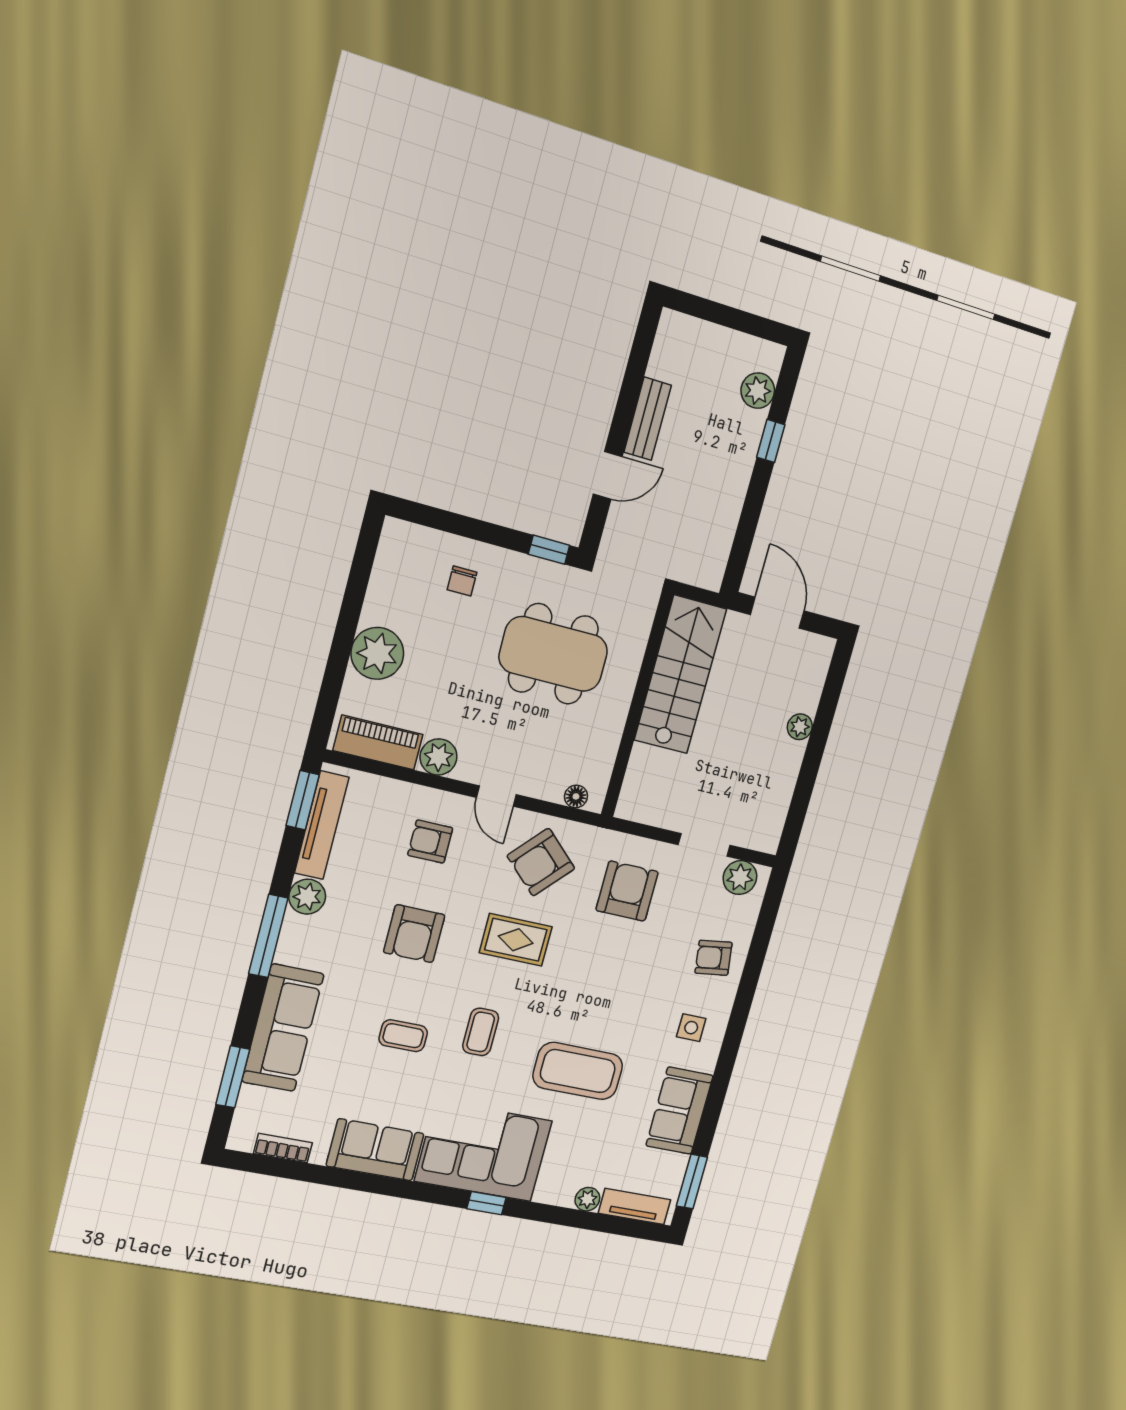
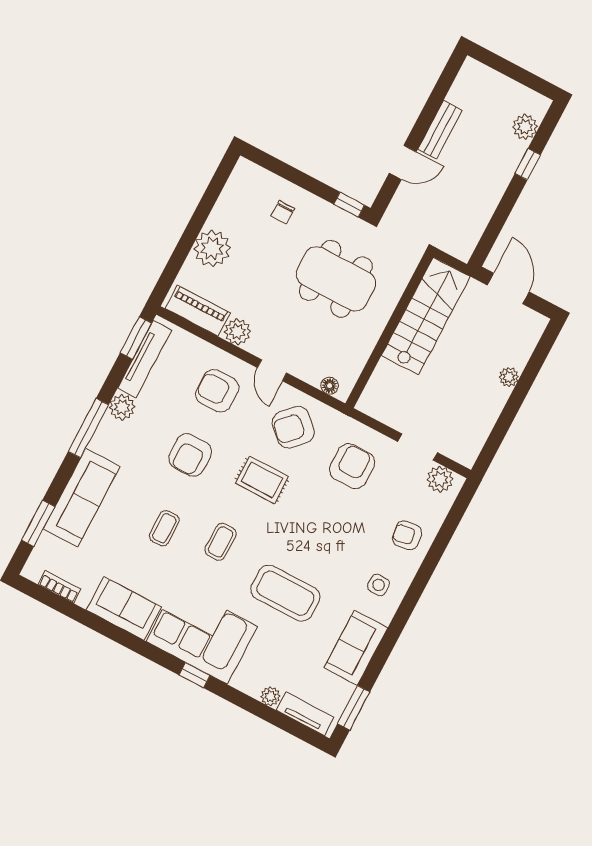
armchair: (430, 842) -> (217, 391), width x1.38, depth x1.38
coffee table: (403, 1036) -> (164, 528), turned 90

